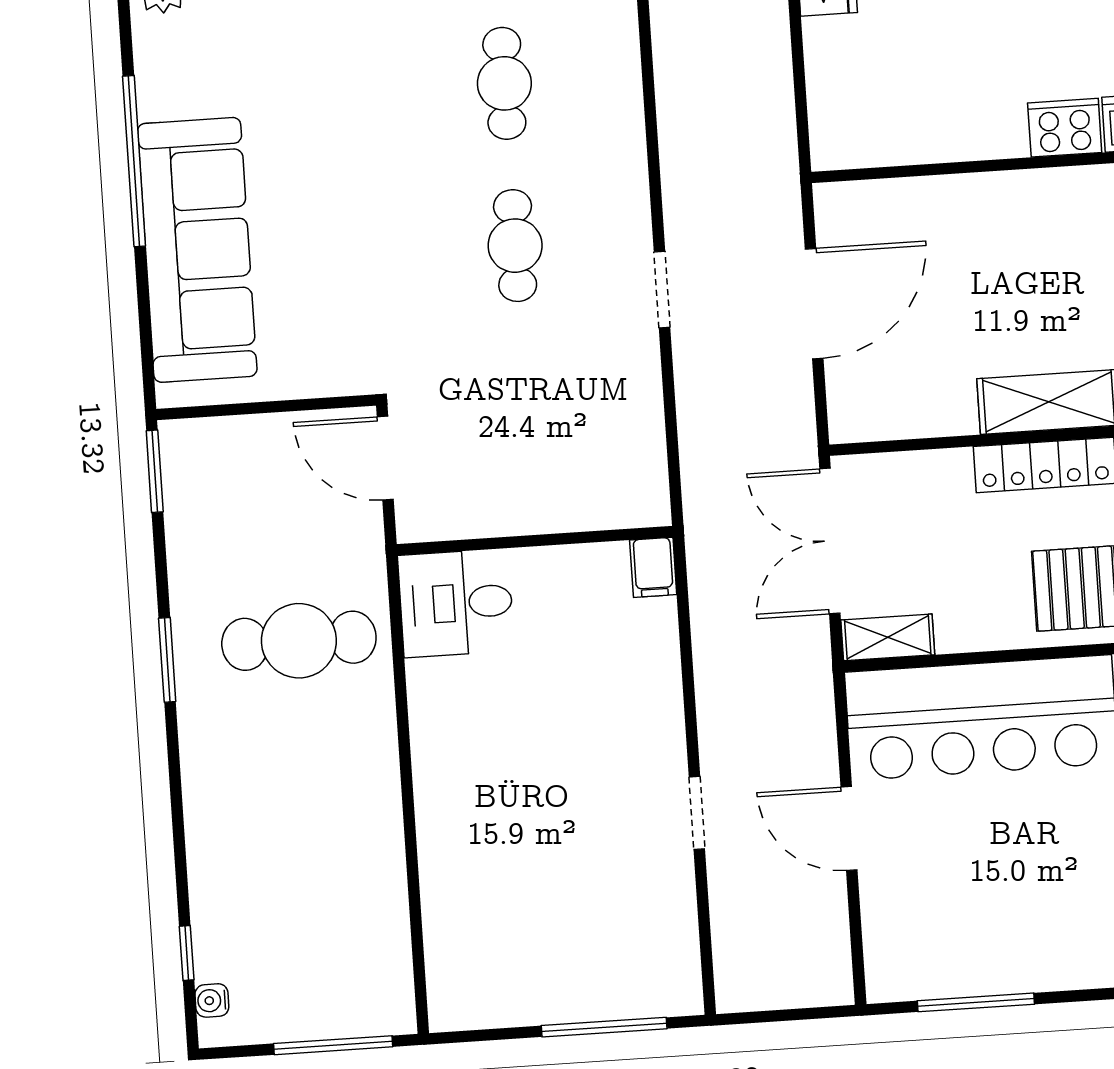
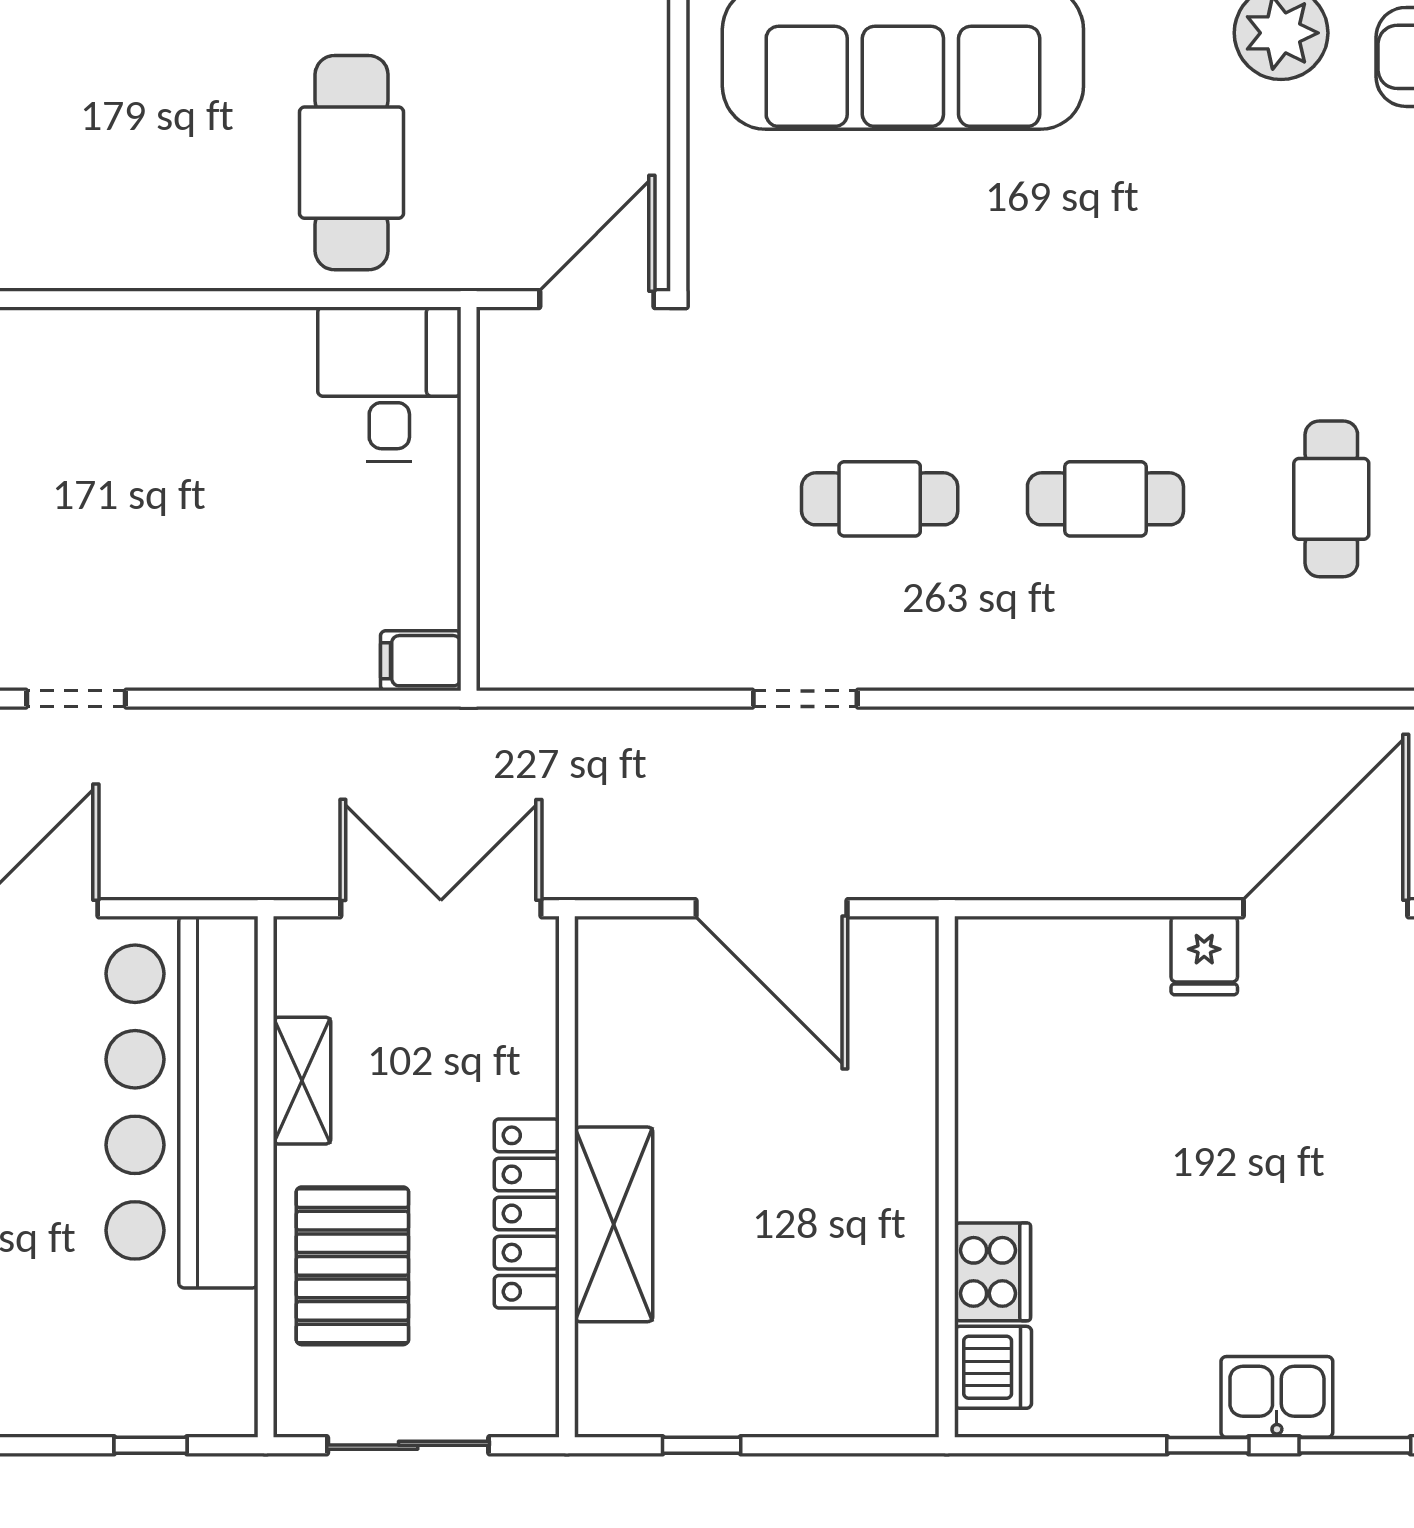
shelving: (888, 637) -> (302, 1081), moved

